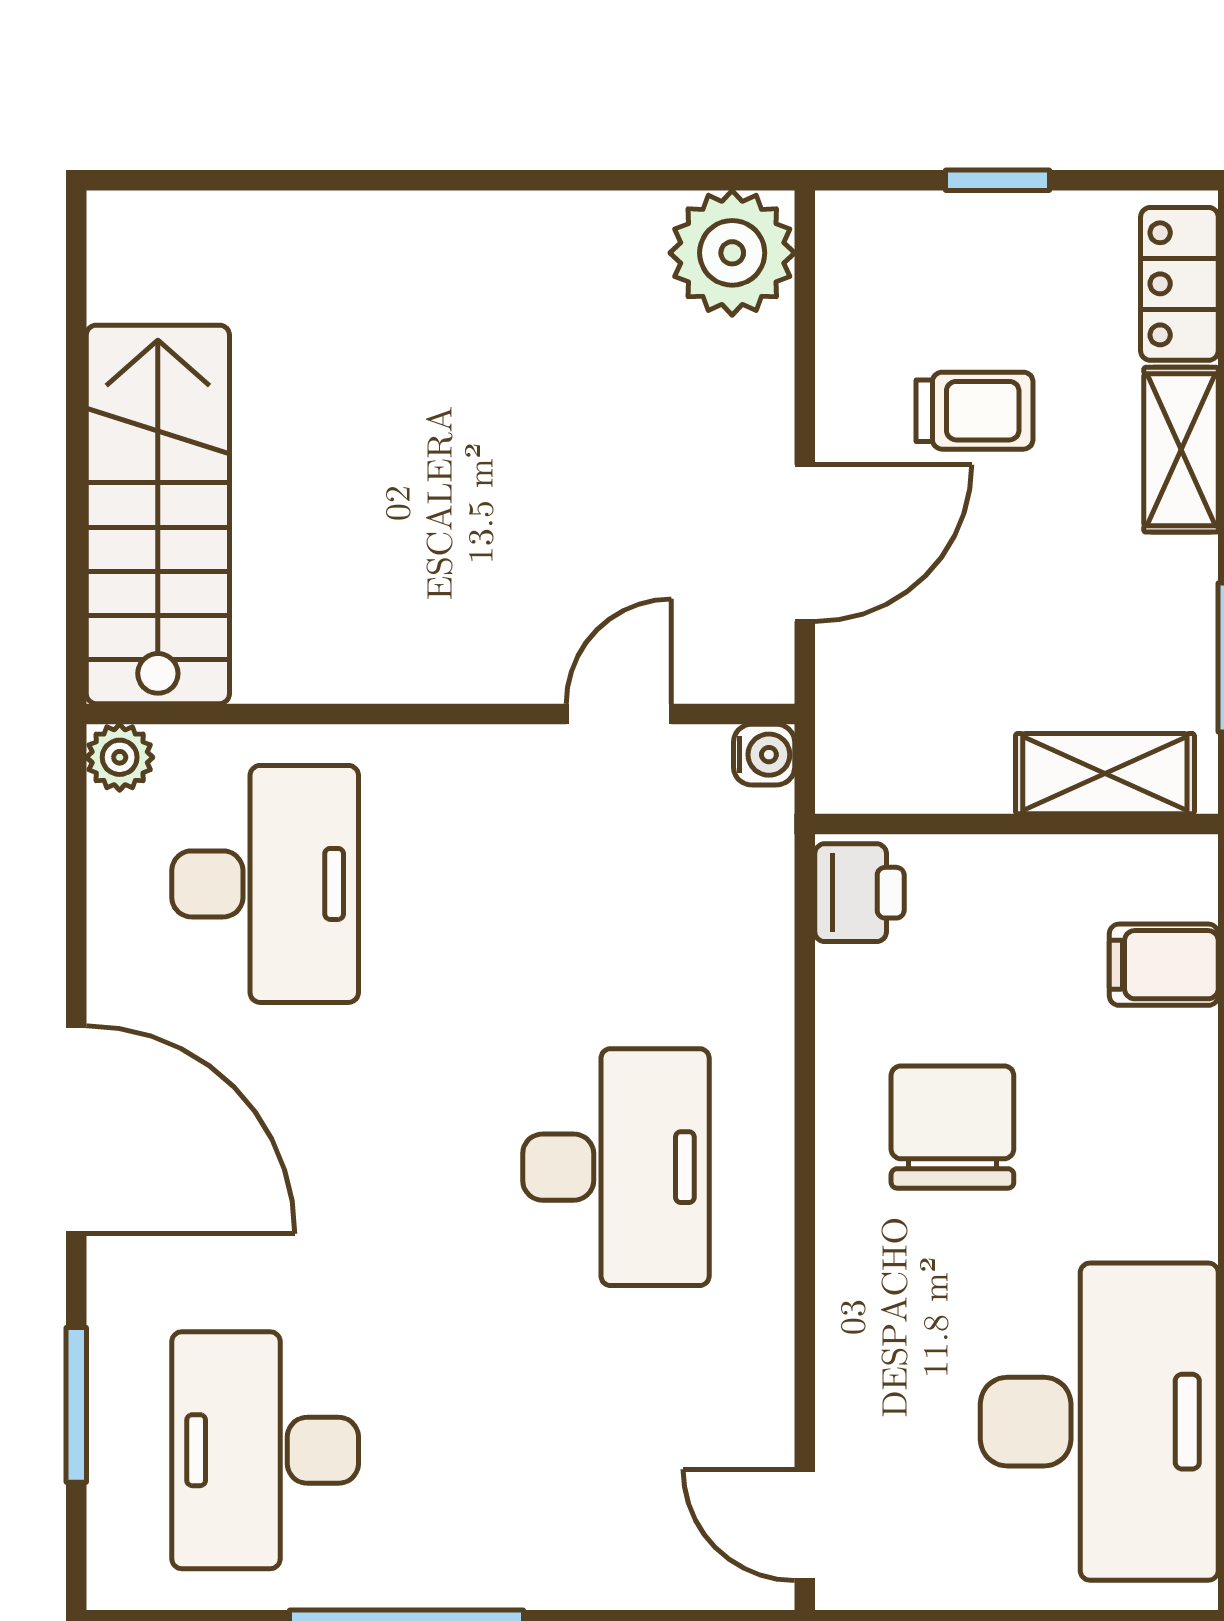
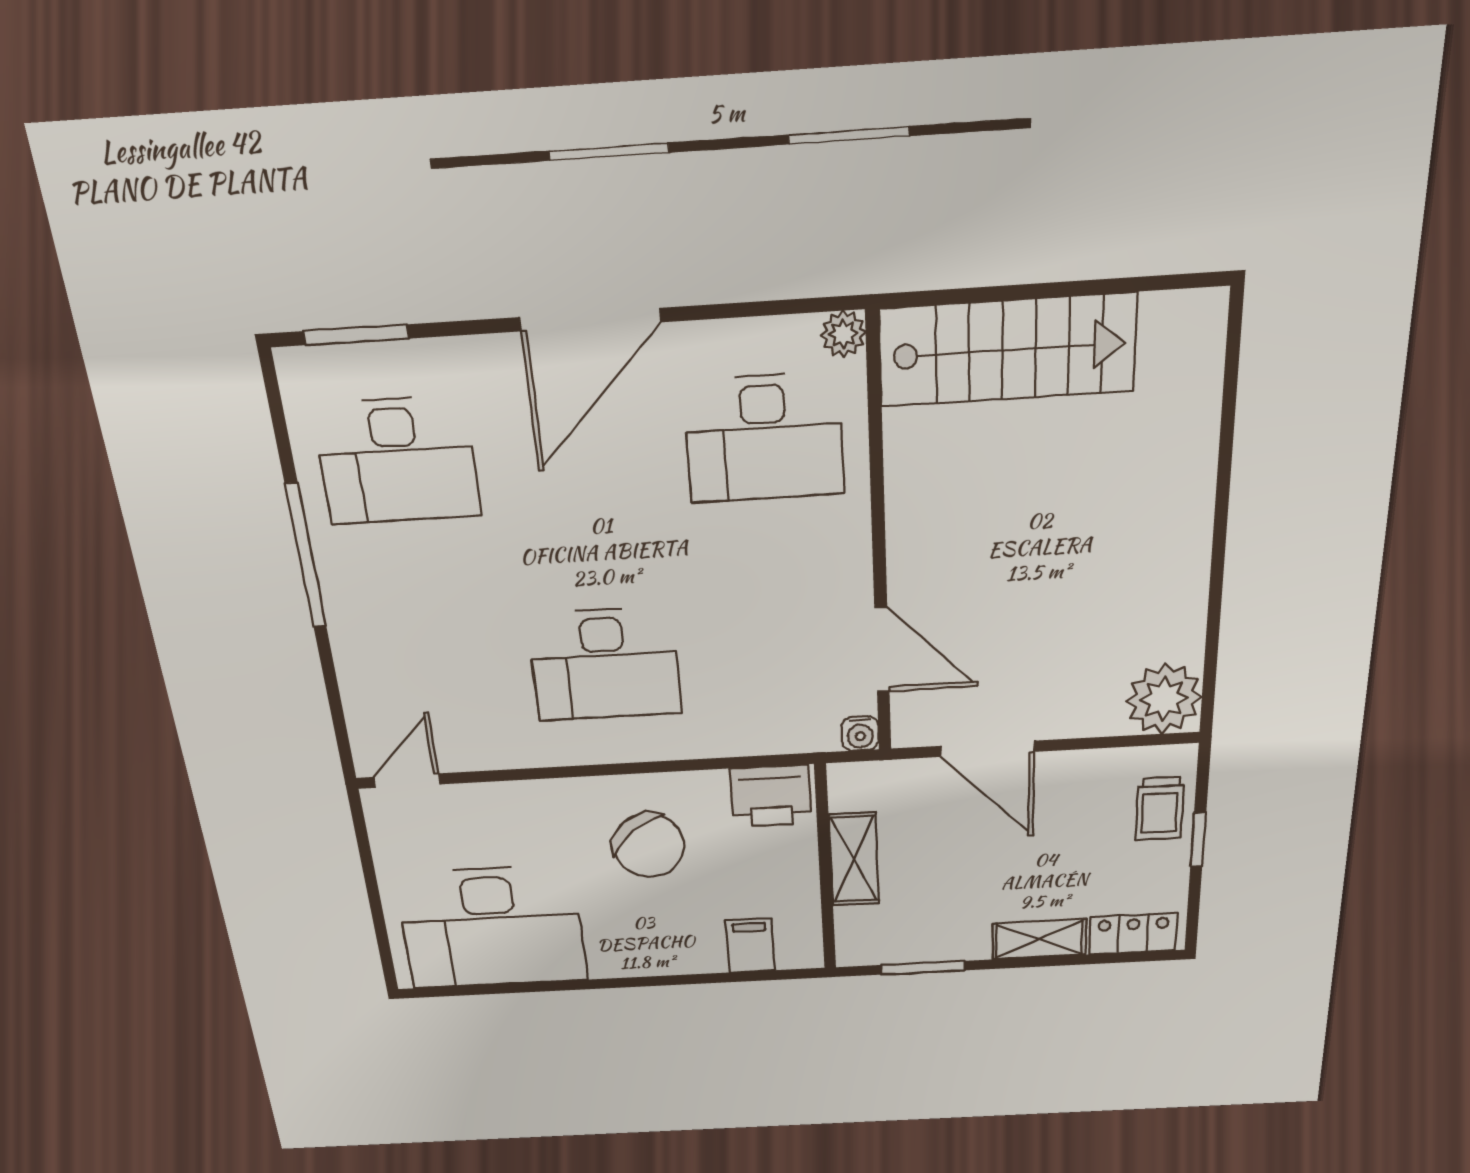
trolley: (975, 411) -> (1160, 808), moved
door: (619, 714) -> (882, 650), width x1.38
shelving: (1105, 774) -> (854, 859), moved
printer: (860, 893) -> (771, 796), width x1.36, depth x1.24
chair: (952, 1127) -> (649, 845), turned 51
window: (76, 1405) -> (356, 335), moved
desk: (265, 1450) -> (397, 460), turned 180

